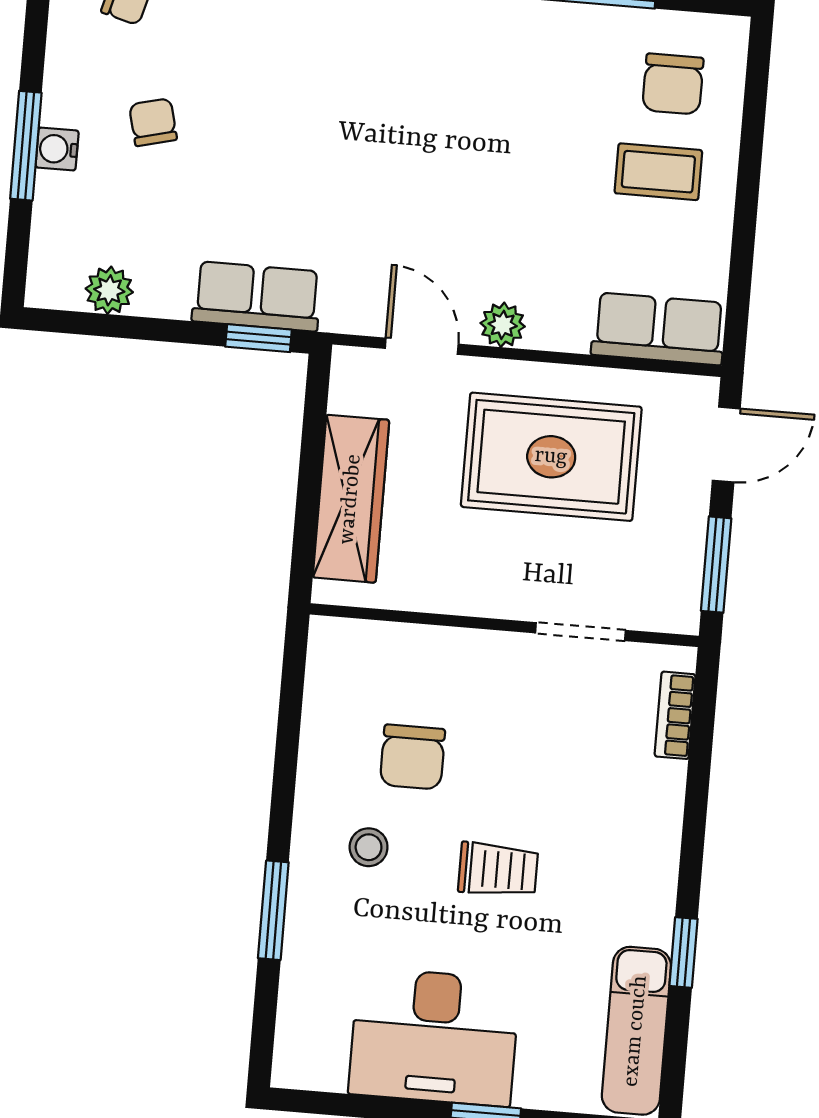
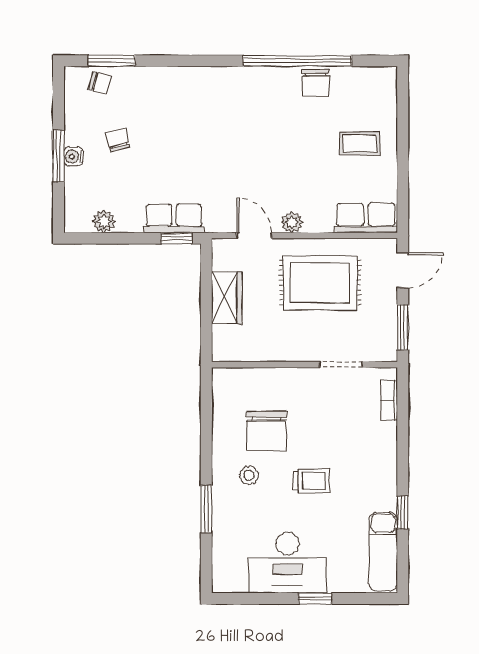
chair: (673, 84) -> (316, 83), moved
wardrobe: (351, 499) -> (227, 298), width x0.67
chair: (412, 757) -> (266, 431), width x1.37, depth x1.37

